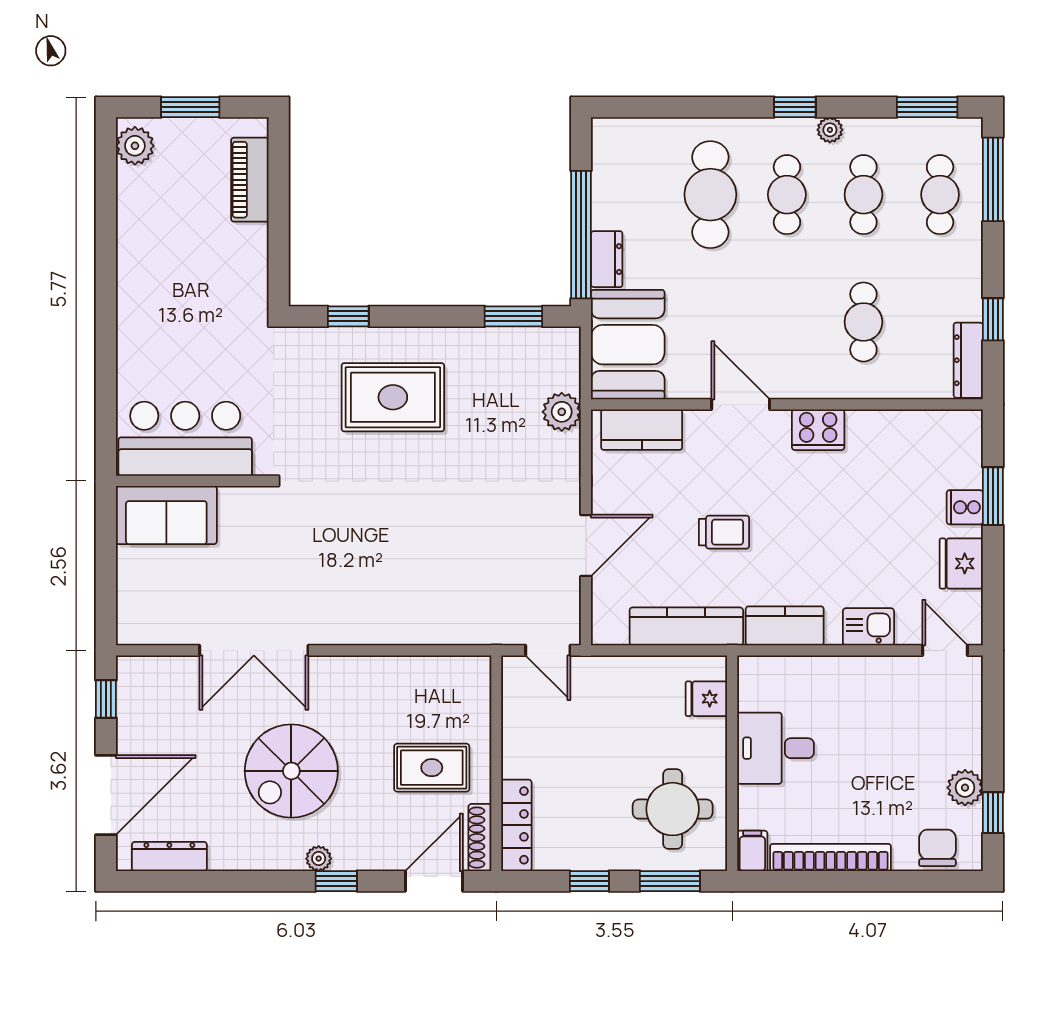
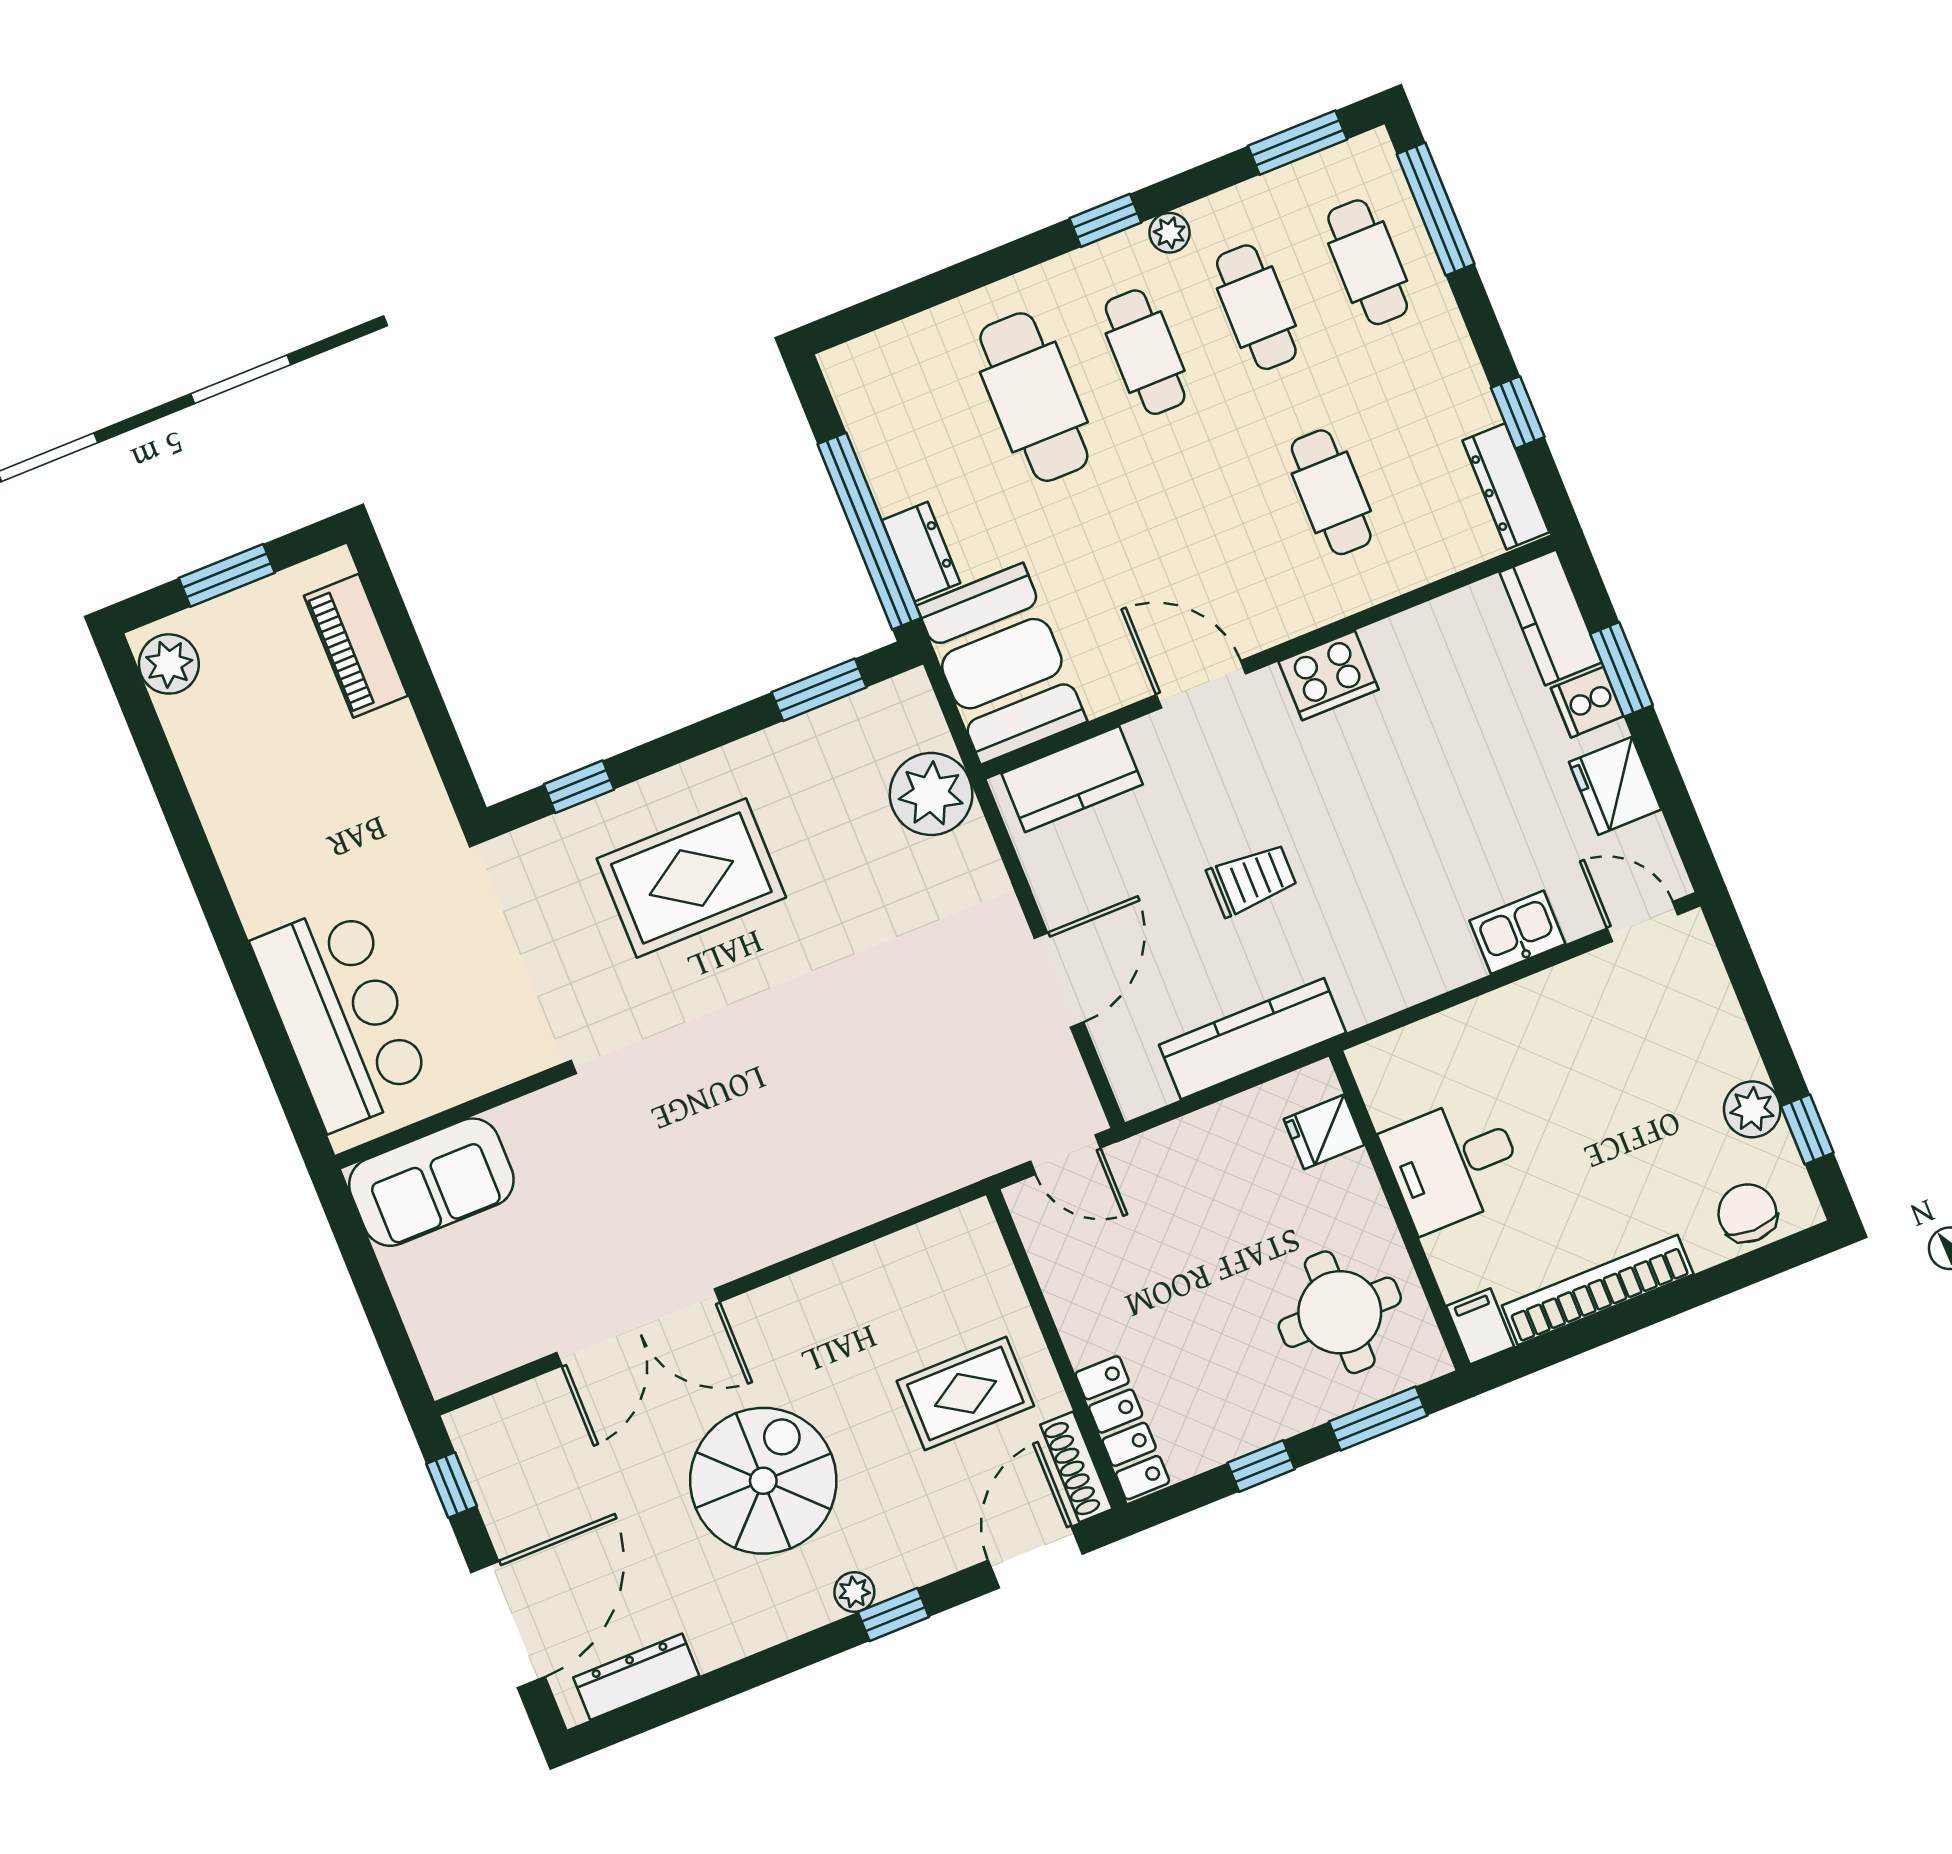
plant: (562, 412) -> (931, 794), width x1.36, depth x1.36
bar counter: (185, 439) -> (342, 1016), moved, turned 90
kitchen counter: (785, 626) -> (1551, 617), moved, turned -90
spiral stairs: (291, 771) -> (763, 1481), turned 180

